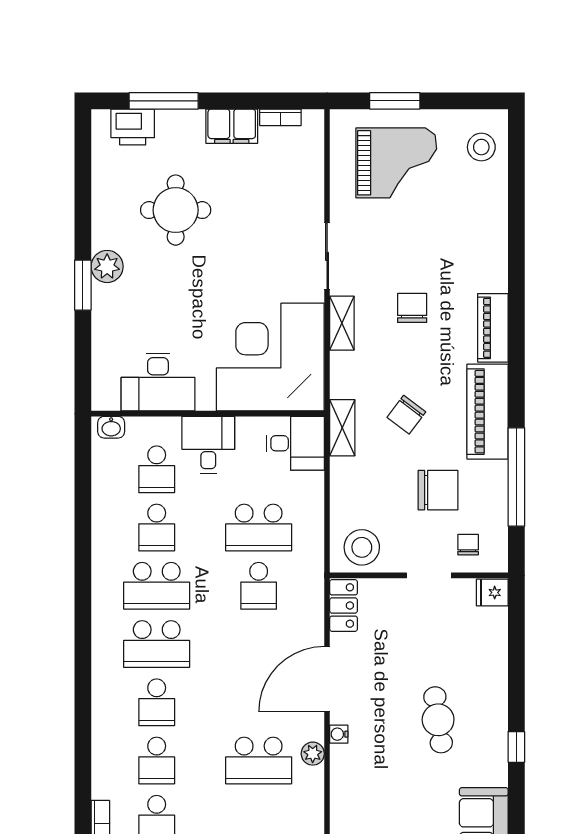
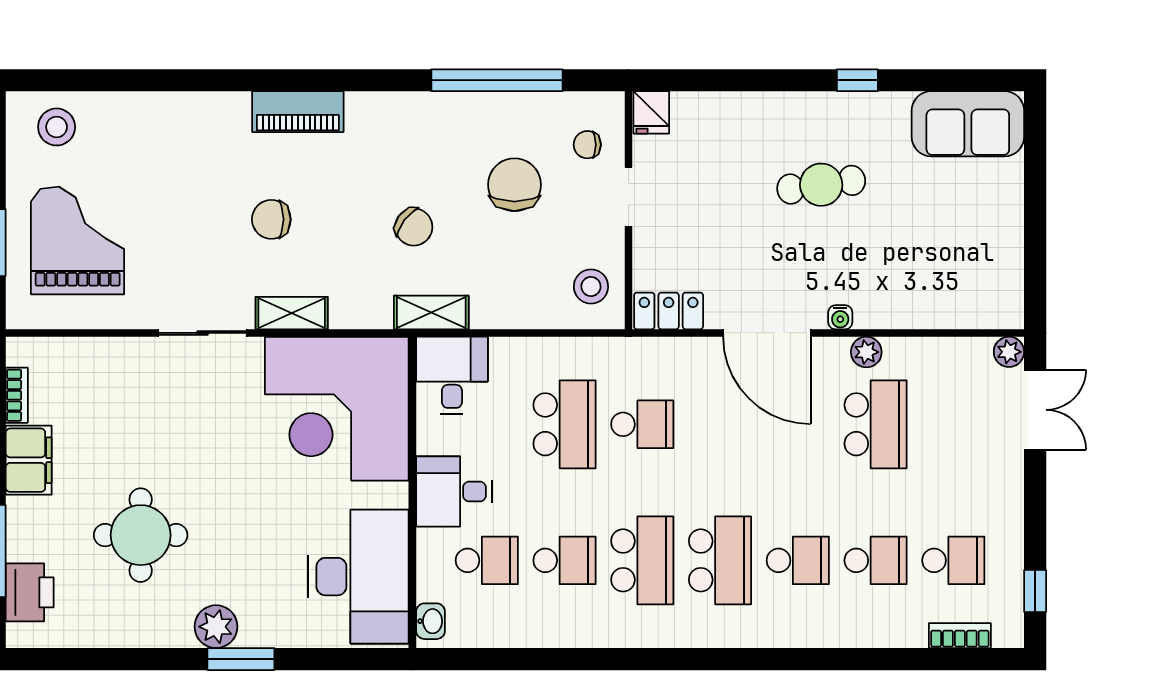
desk: (158, 382) -> (359, 577), width x1.36, depth x1.30
piano: (488, 412) -> (410, 119), removed
stool: (362, 547) -> (591, 287), width x0.73, depth x0.73

